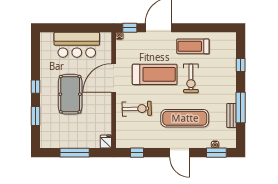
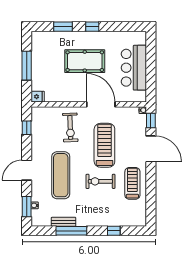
treadmill: (155, 74) -> (104, 145), turned 180

